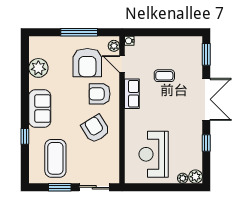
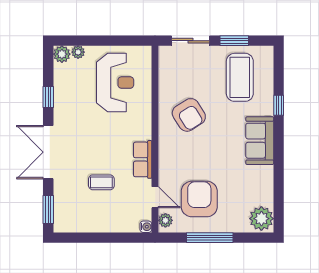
plant: (38, 68) -> (261, 219), moved
armchair: (100, 94) -> (184, 159), removed

